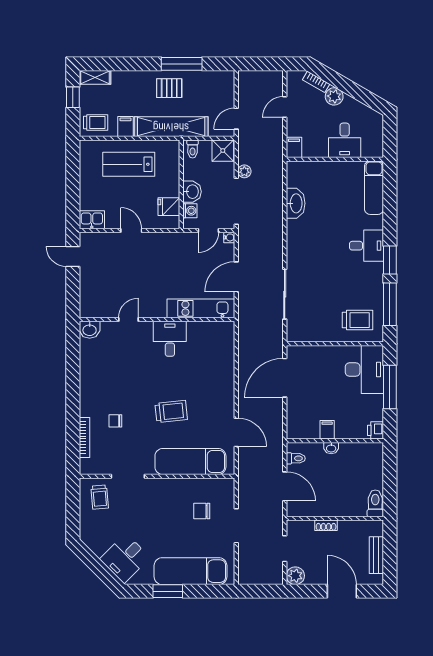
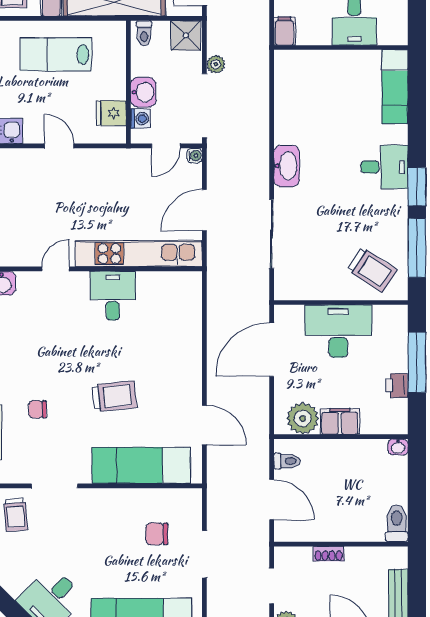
washbasin: (296, 203) -> (287, 166), moved
kitchen unit: (201, 308) -> (139, 254), width x1.36
trolley: (358, 320) -> (372, 270), turned 33
desk: (364, 370) -> (338, 331), moved, turned -90
plant: (307, 428) -> (303, 418), added
filing cabinet: (327, 430) -> (340, 421), width x2.00
printer: (376, 430) -> (397, 386), moved
washbasin: (331, 448) -> (398, 447), moved

